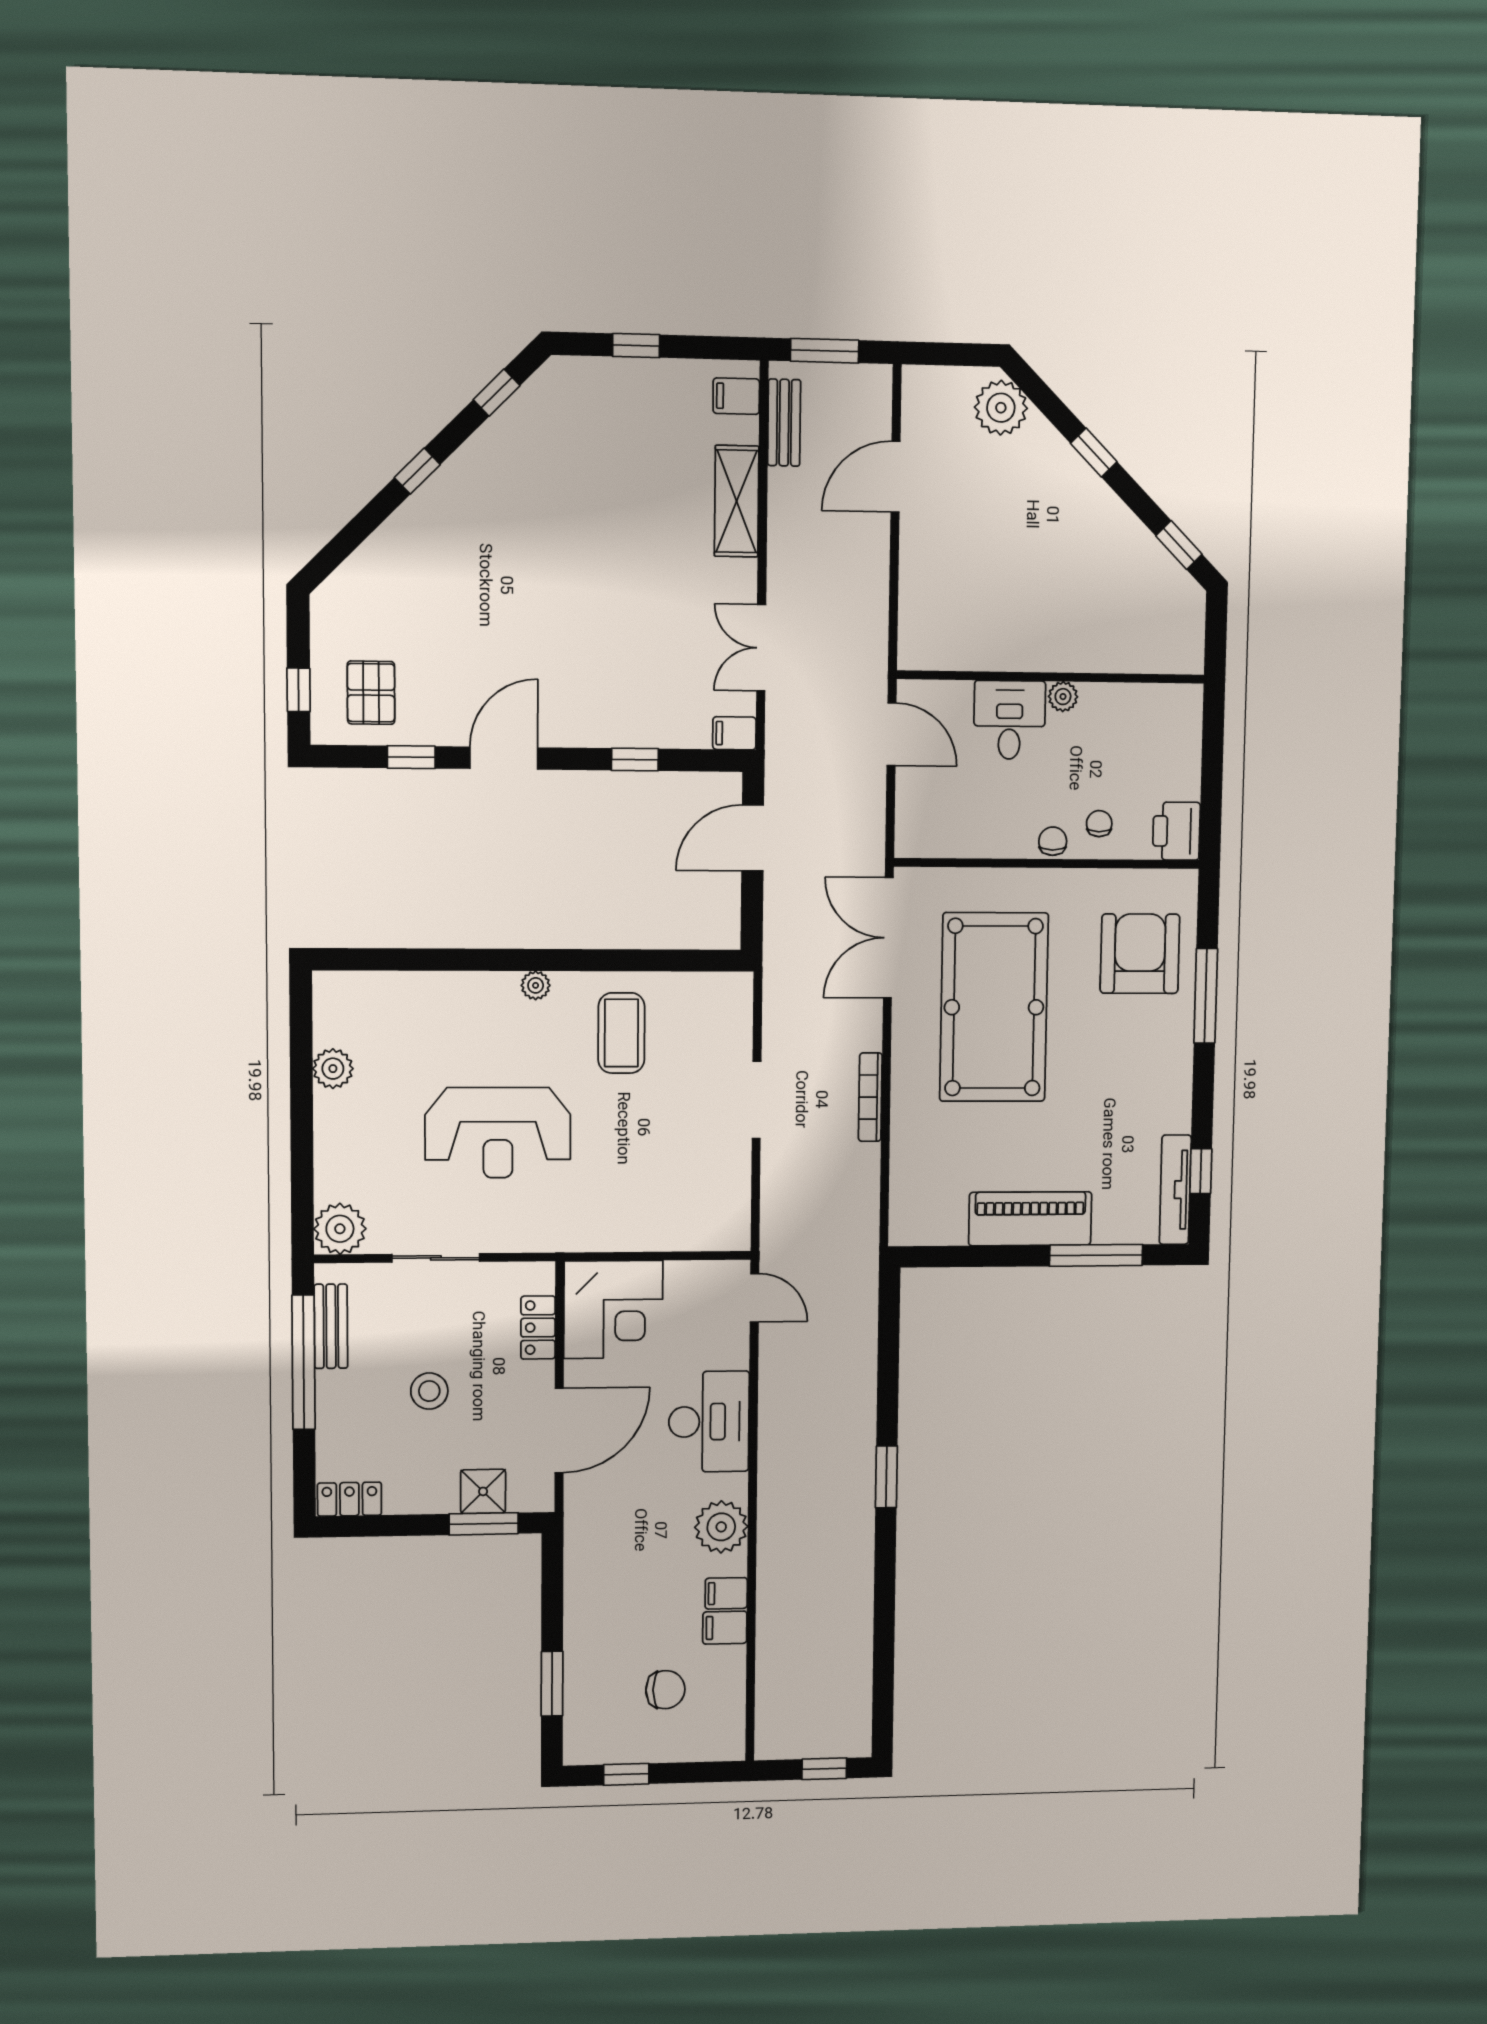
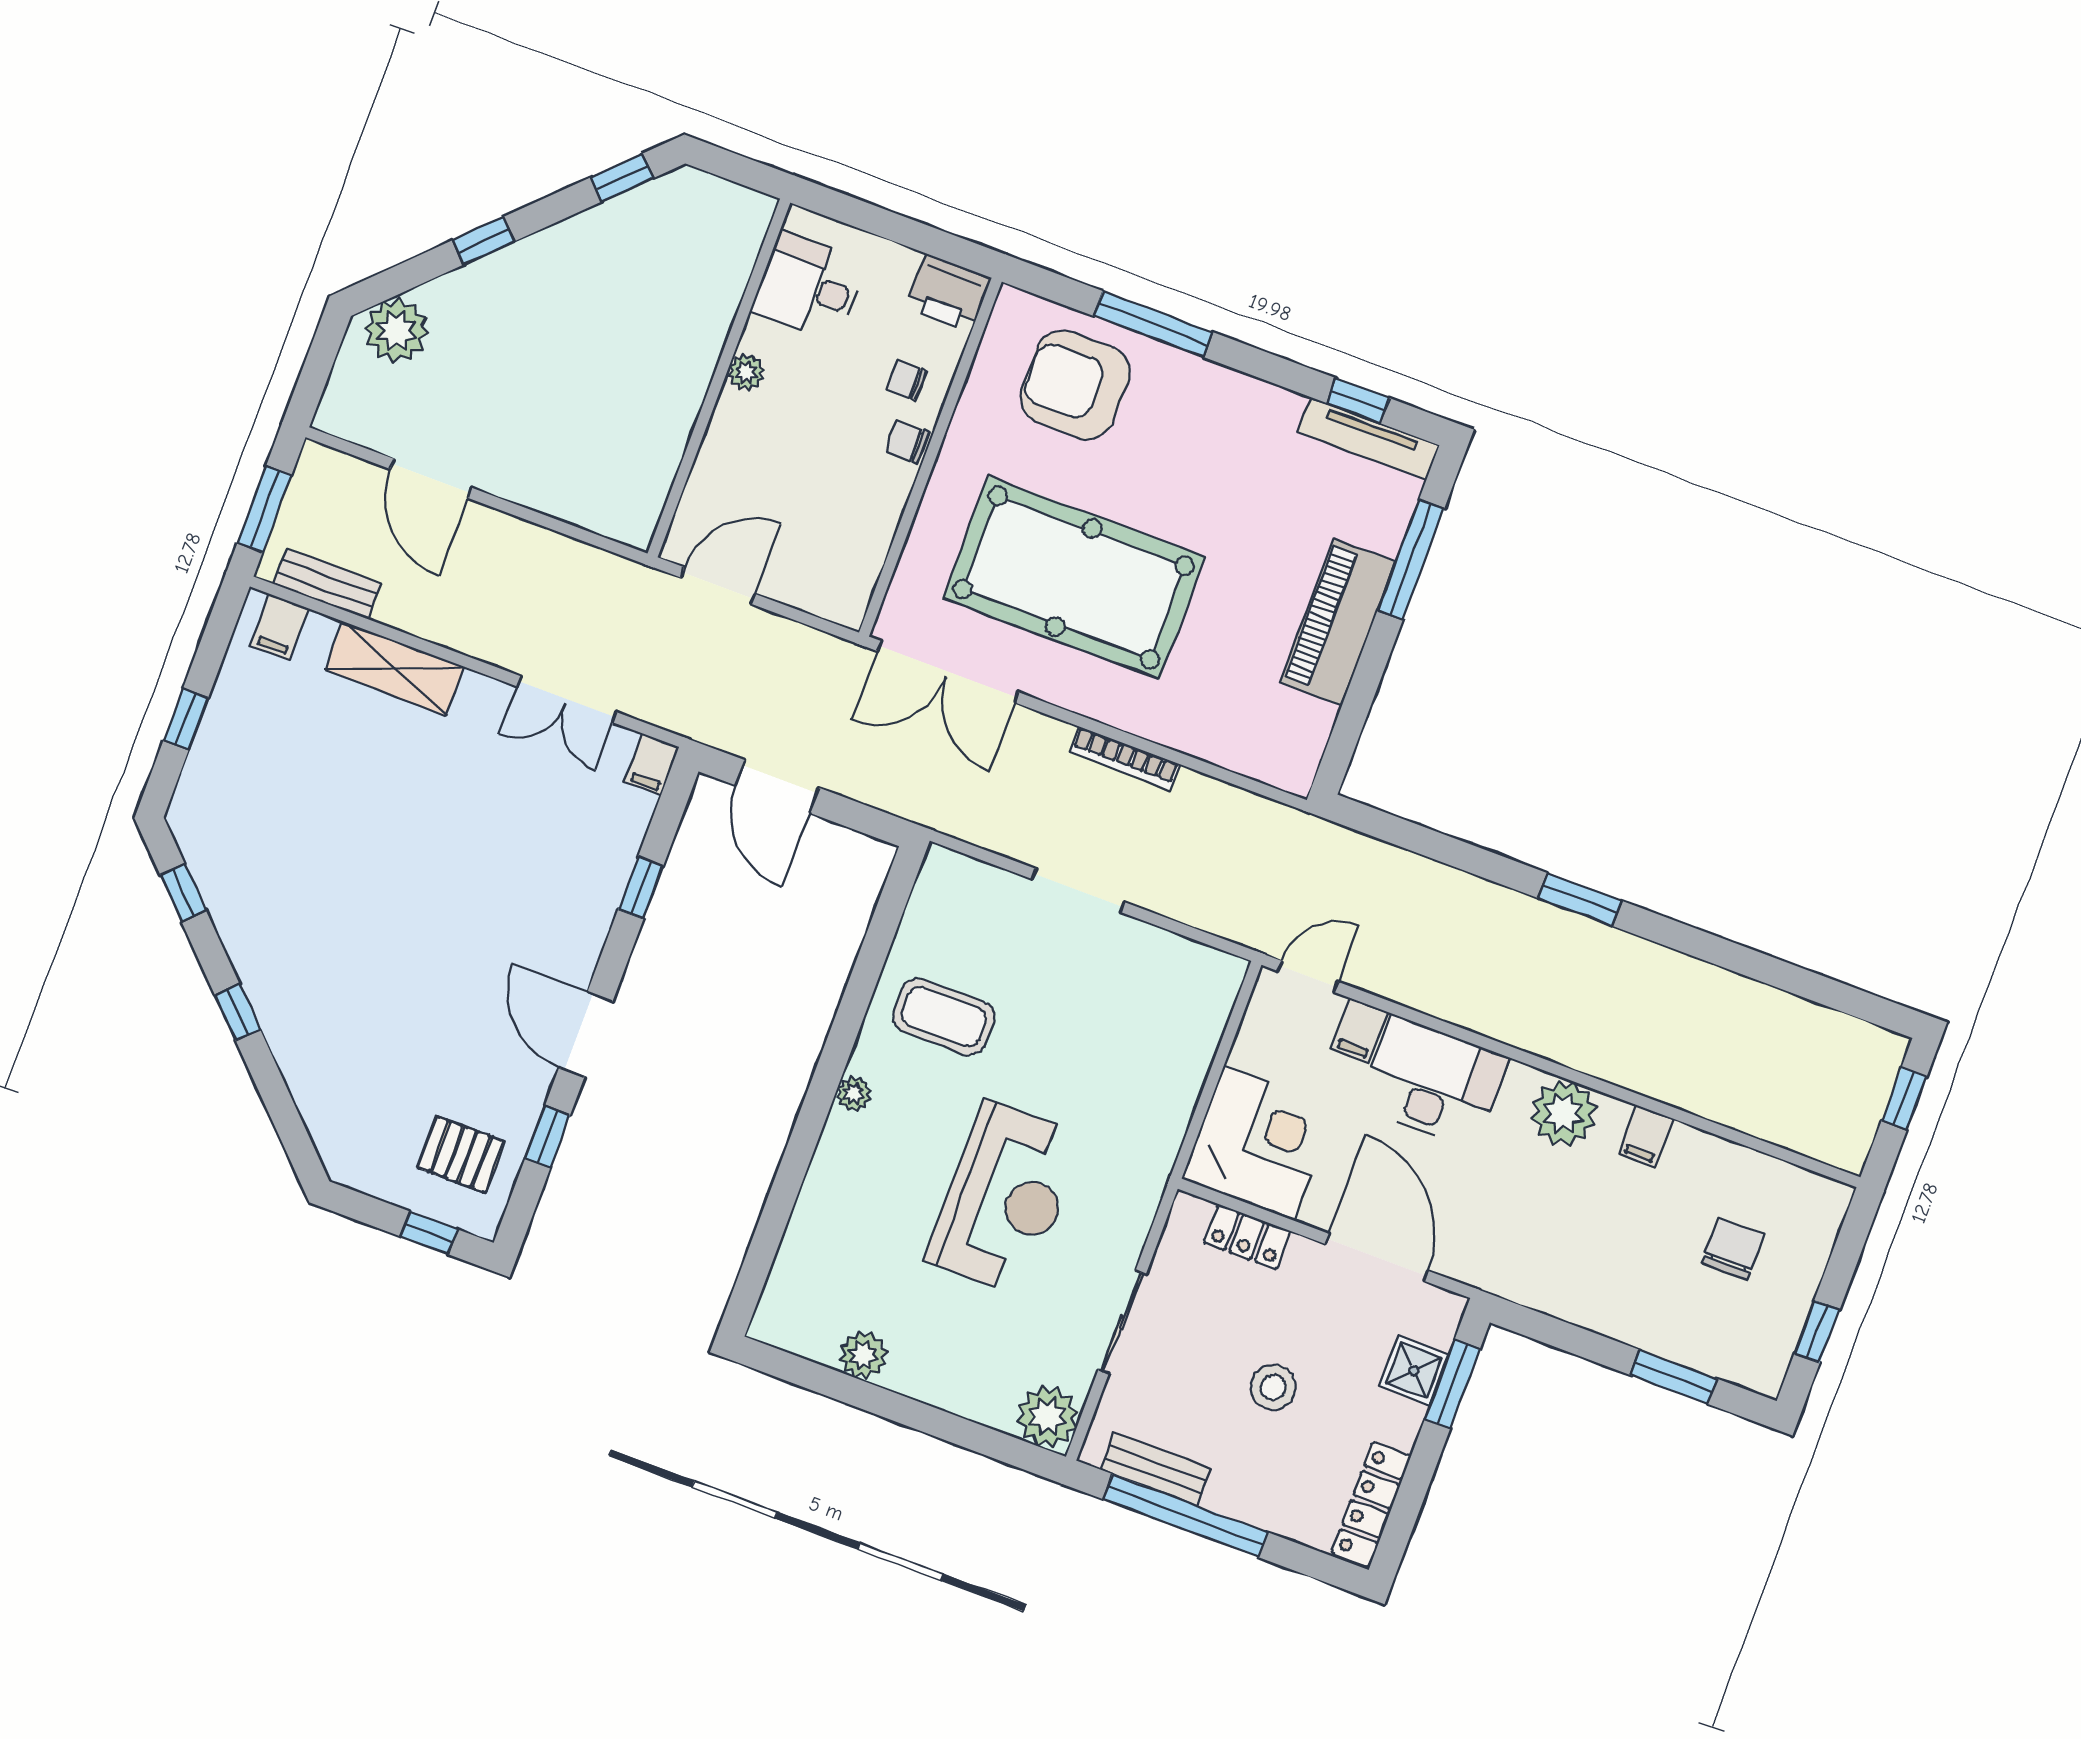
desk: (1009, 720) -> (809, 287), moved
locker: (349, 1499) -> (1371, 1504), width x1.53
filing cabinet: (725, 1628) -> (1359, 1031), moved

